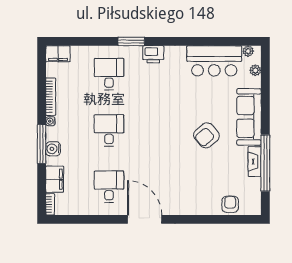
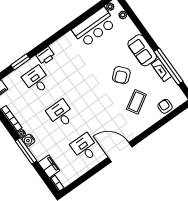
window: (131, 41) -> (20, 62), moved
printer: (153, 54) -> (46, 56), moved
sofa: (249, 117) -> (142, 50), width x0.73
water cooler: (53, 149) -> (29, 140), moved
coffee table: (202, 177) -> (136, 102), added

